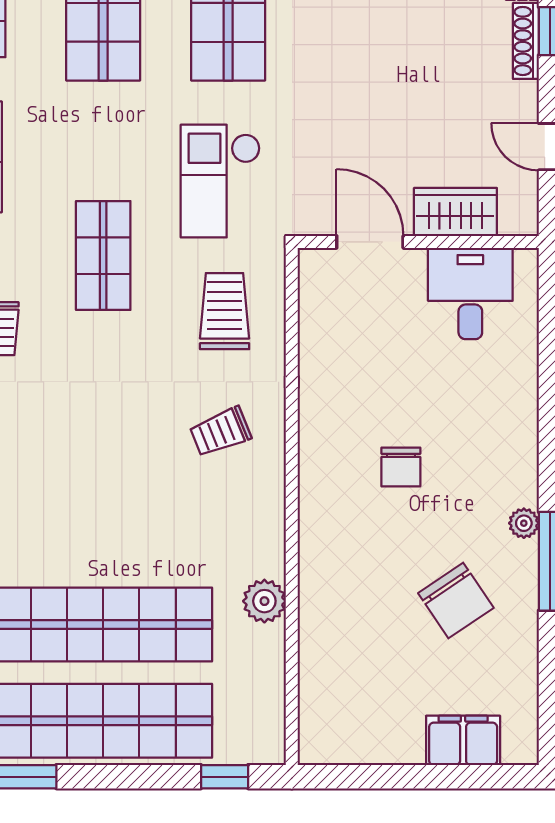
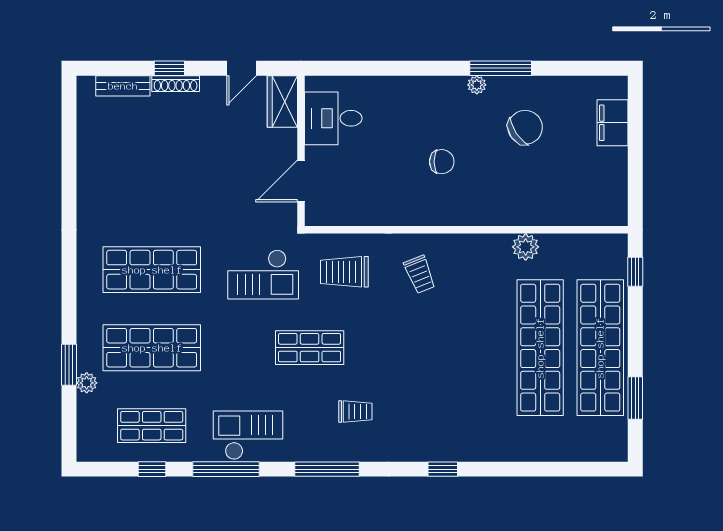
wardrobe: (455, 212) -> (282, 101), moved

